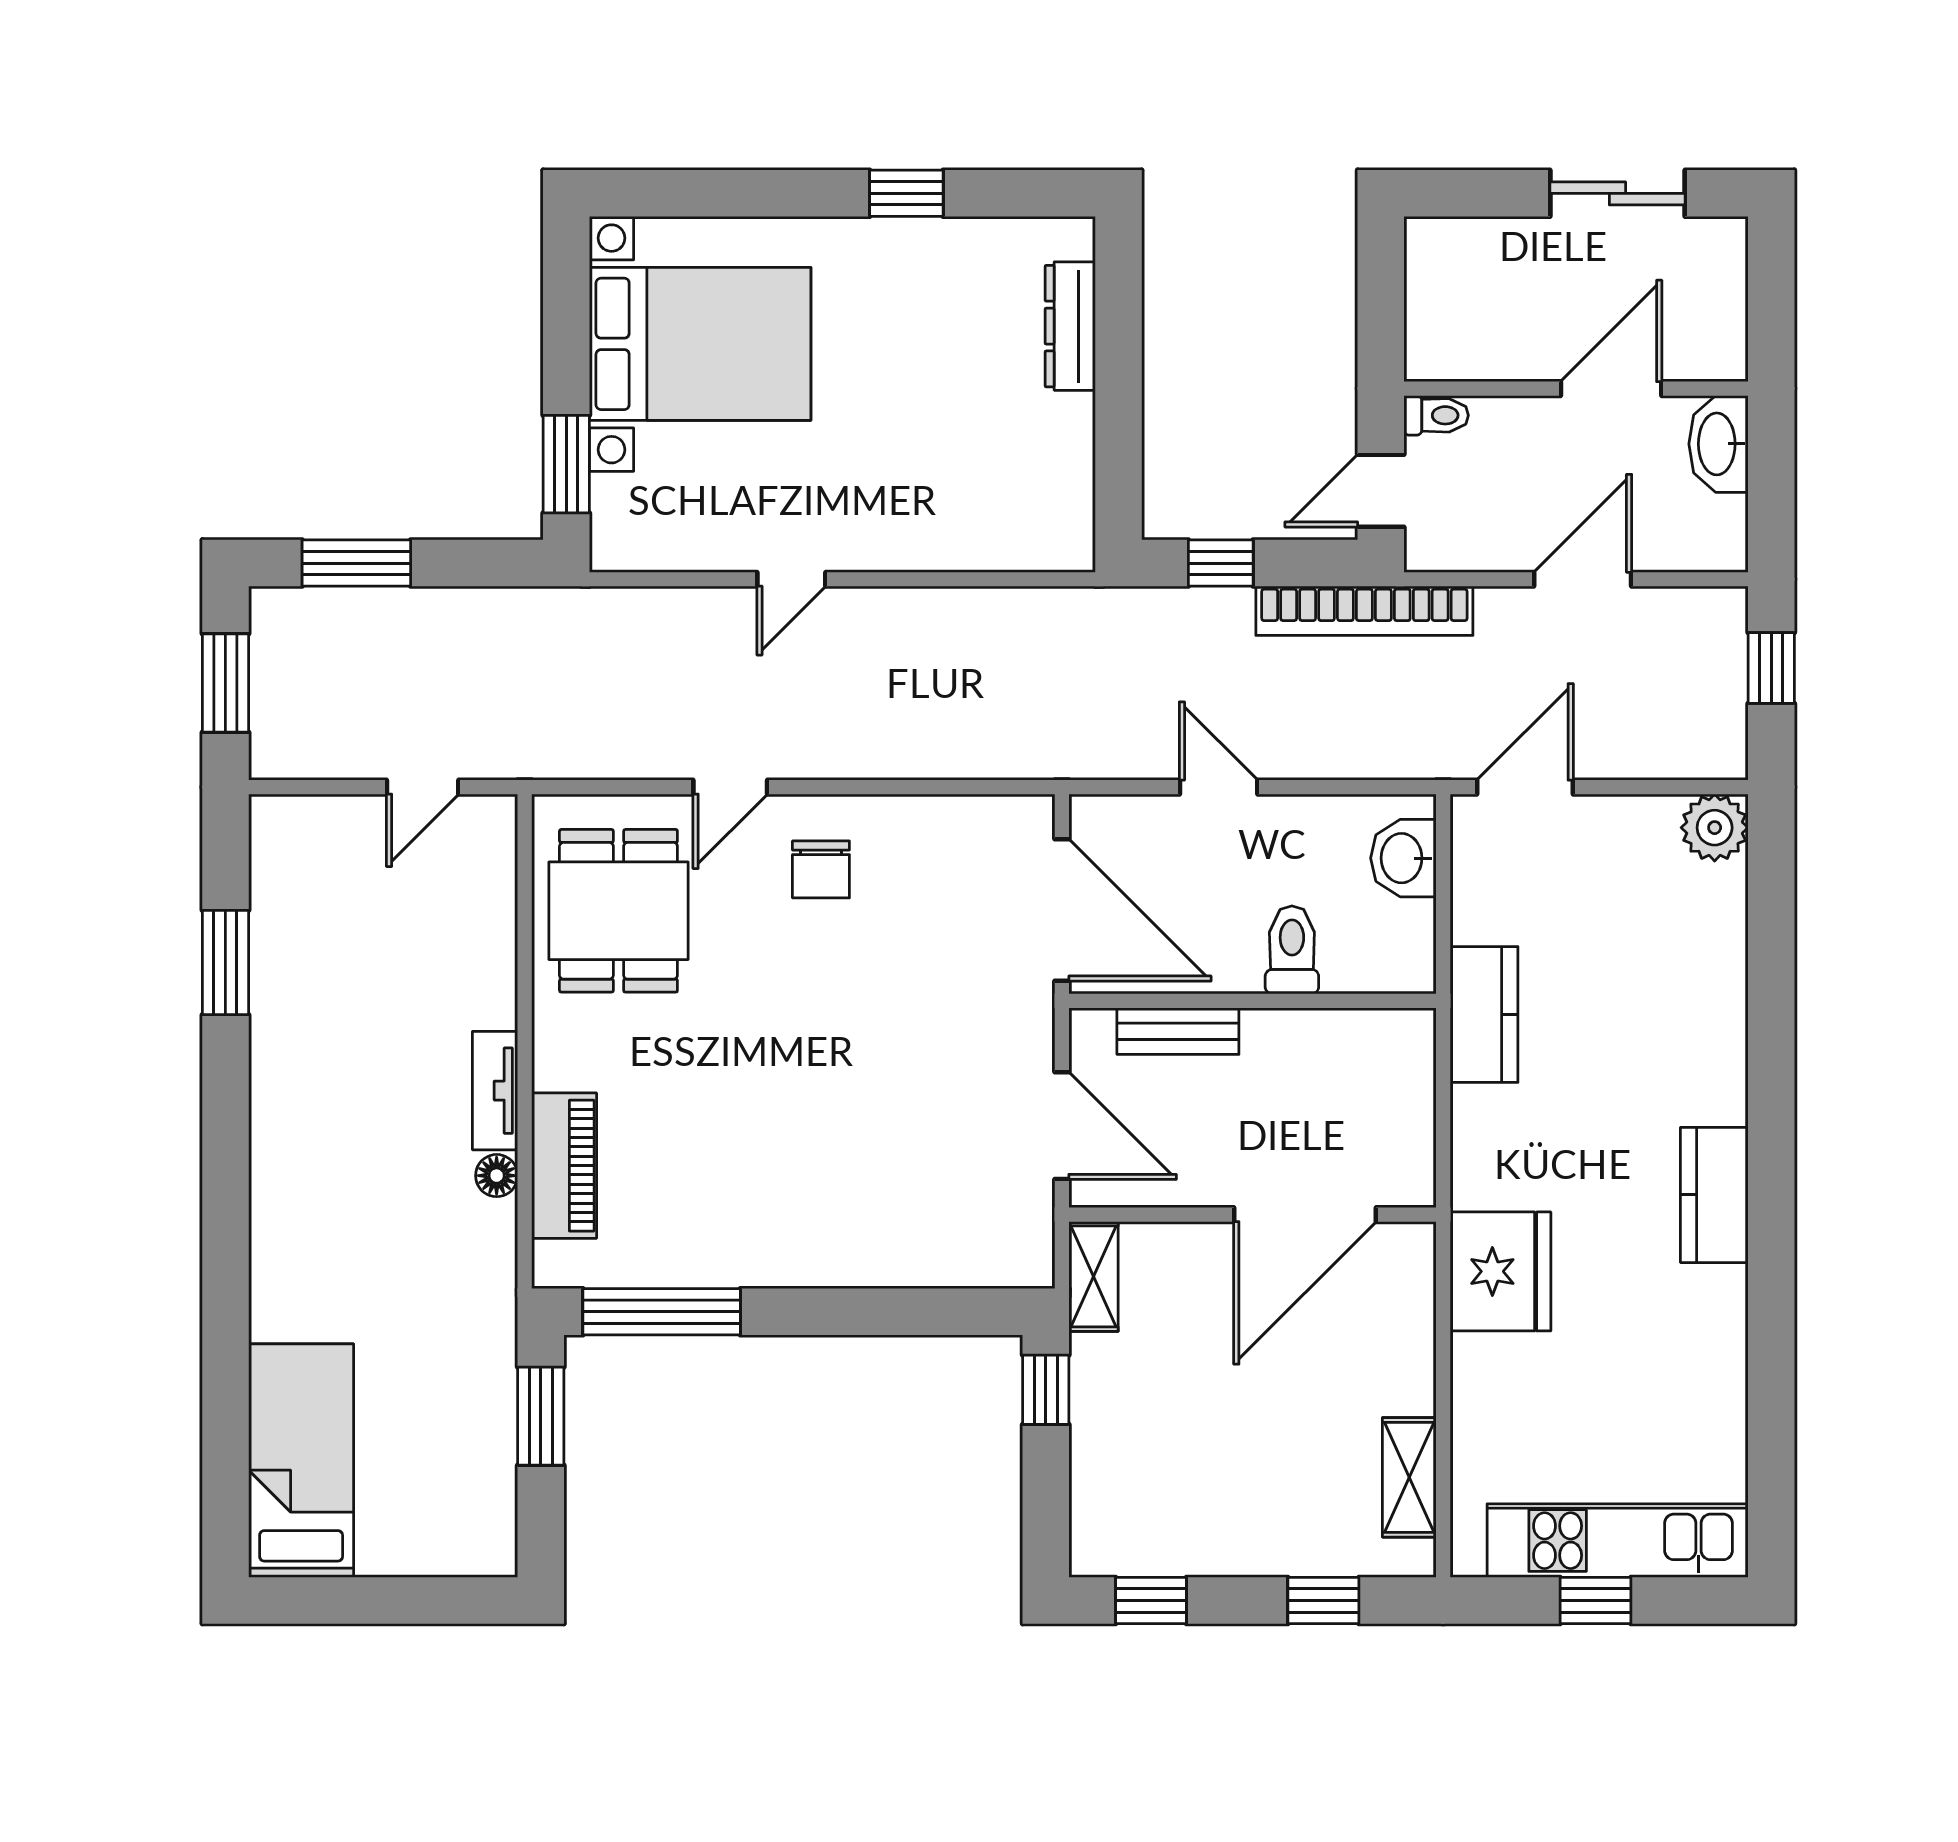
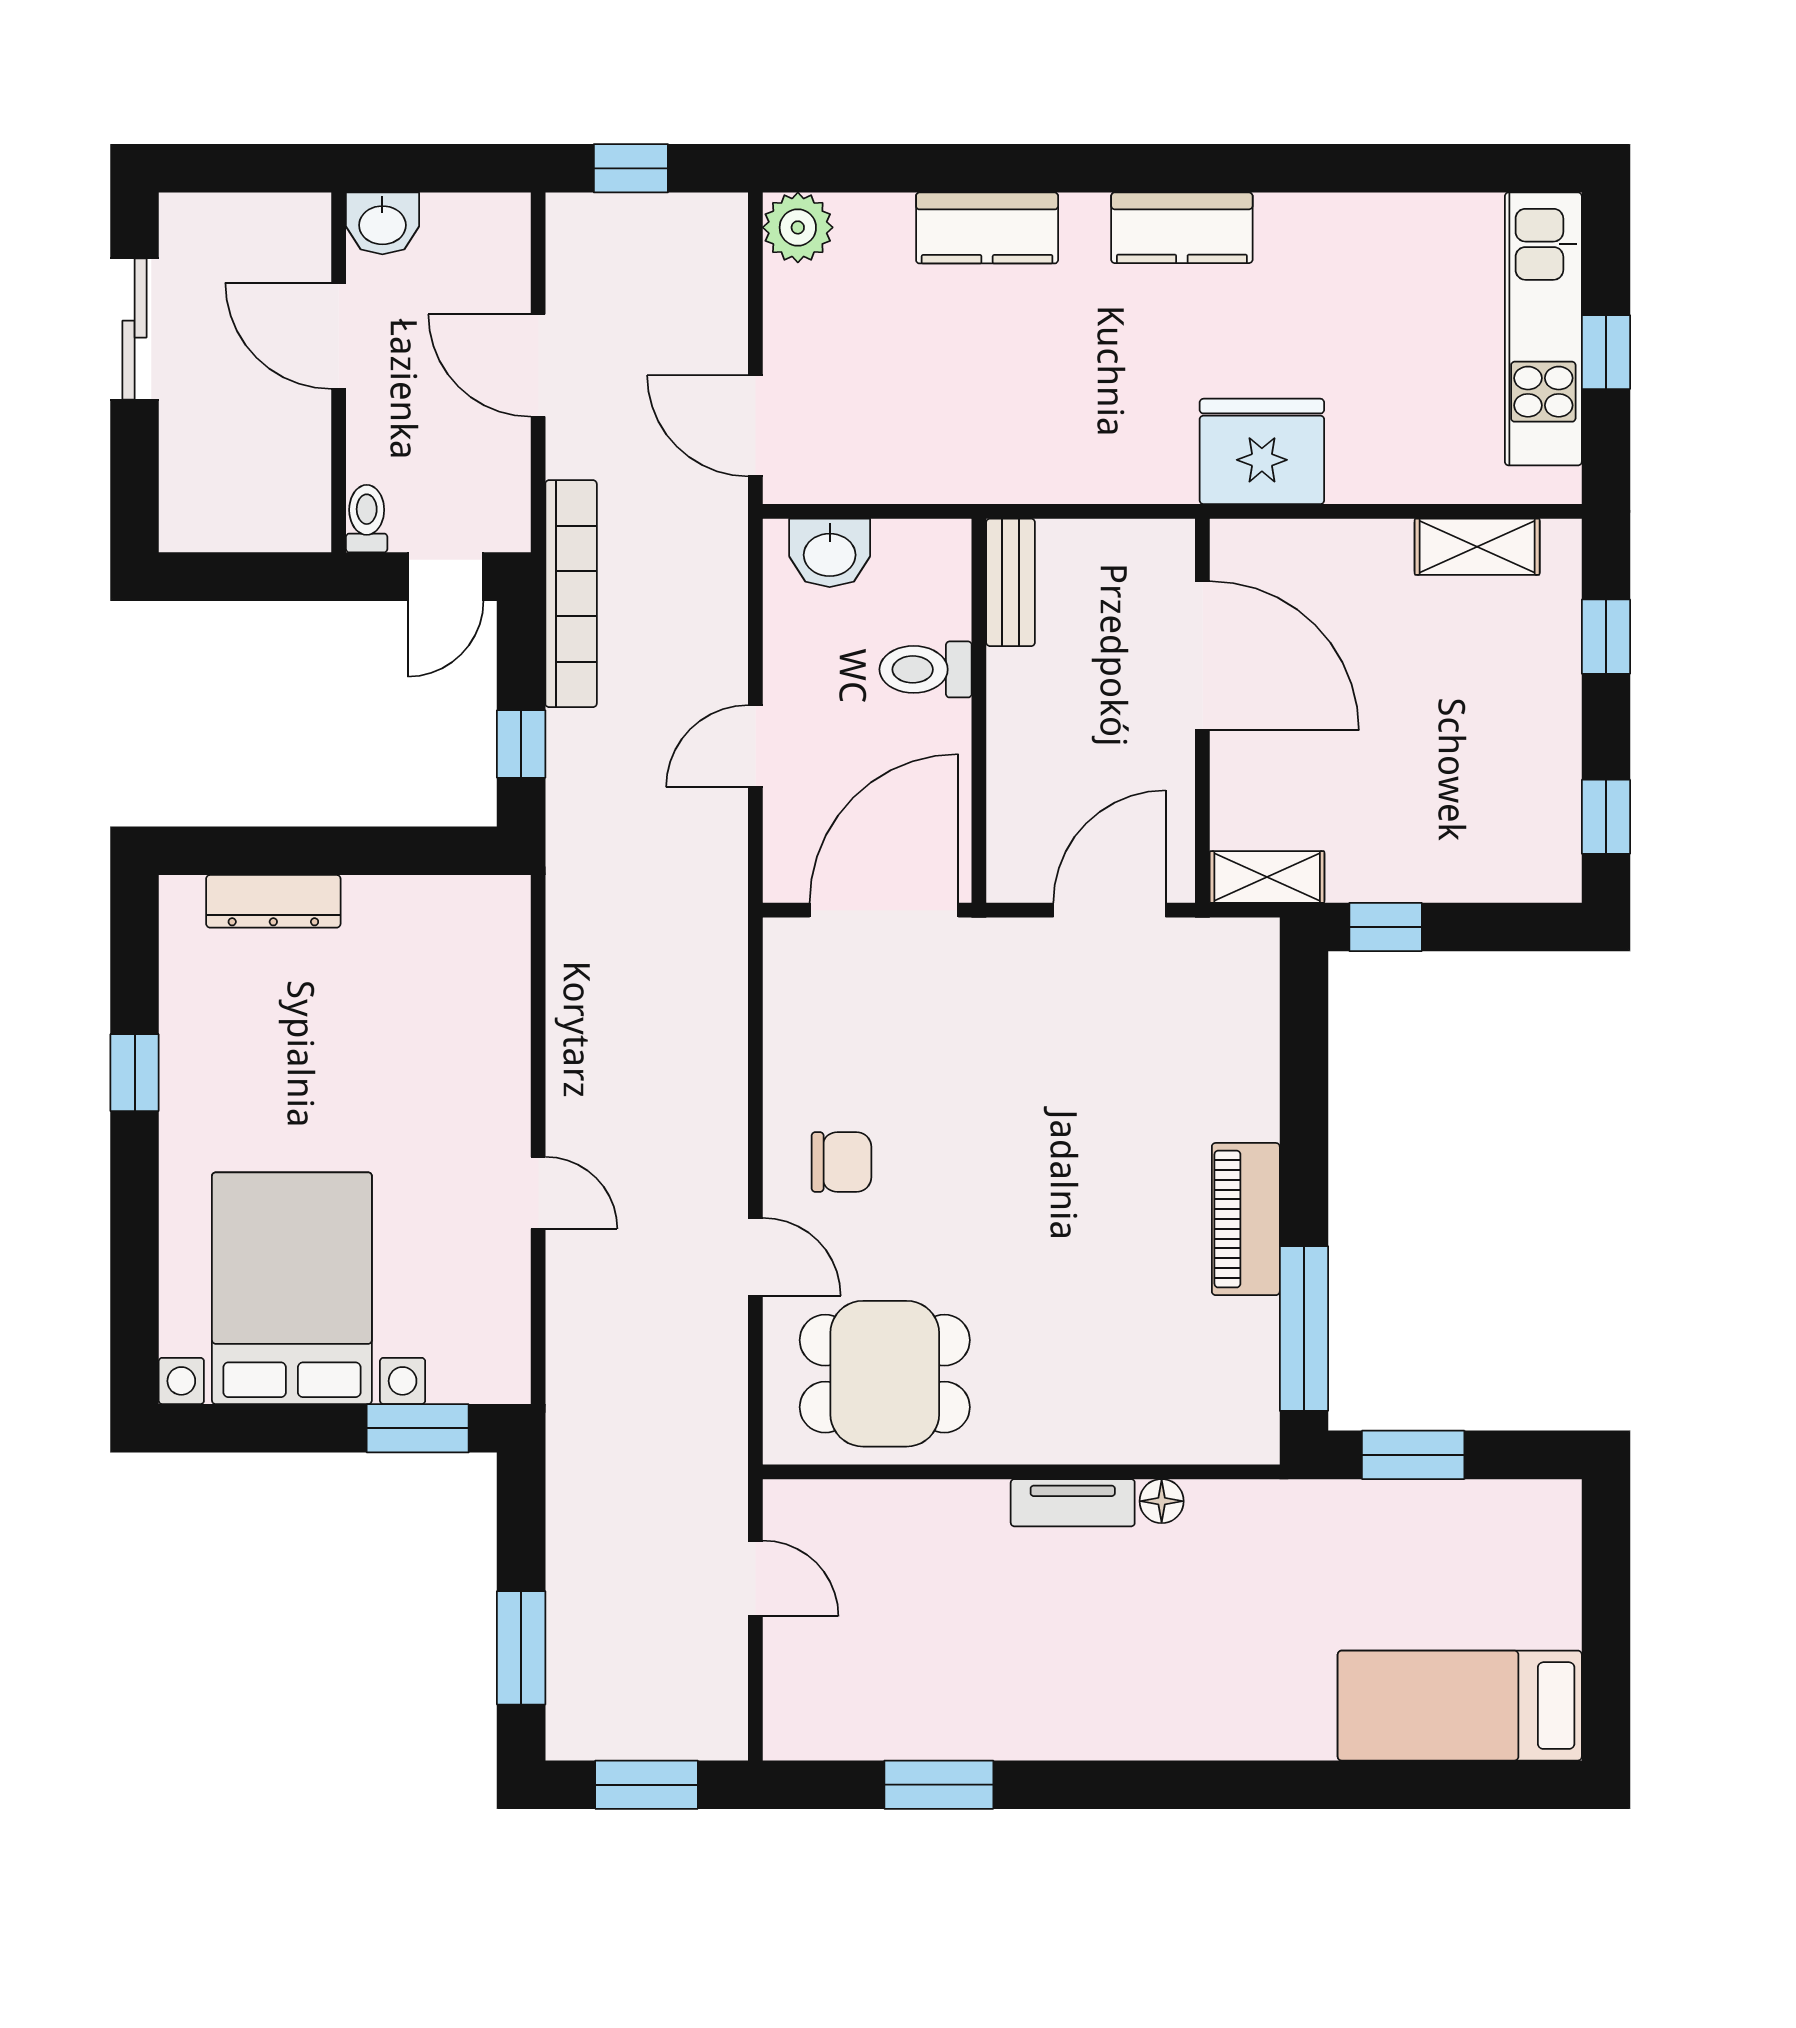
washbasin: (1719, 444) -> (382, 223), width x0.72
door: (1381, 491) -> (446, 577), hinge flipped
kitchen counter: (1484, 1014) -> (987, 228), moved, turned 180
bench: (1178, 1031) -> (1011, 582), moved
piano: (564, 1166) -> (1246, 1219), moved, turned -90

